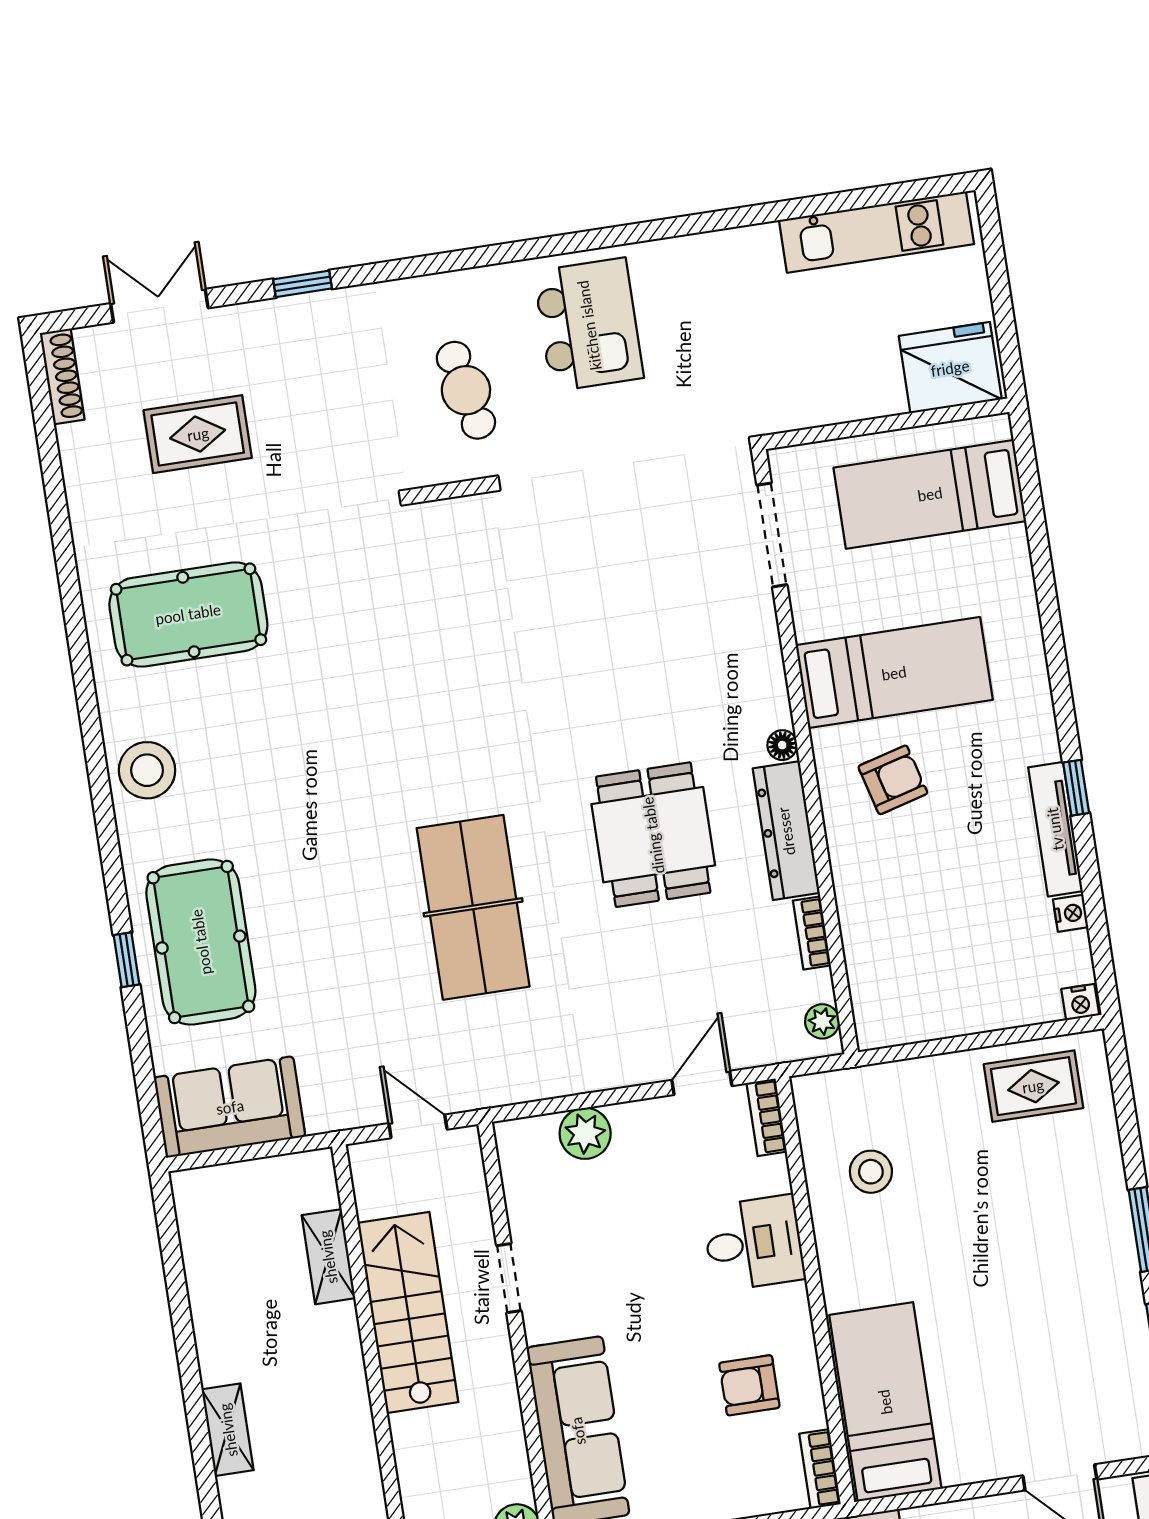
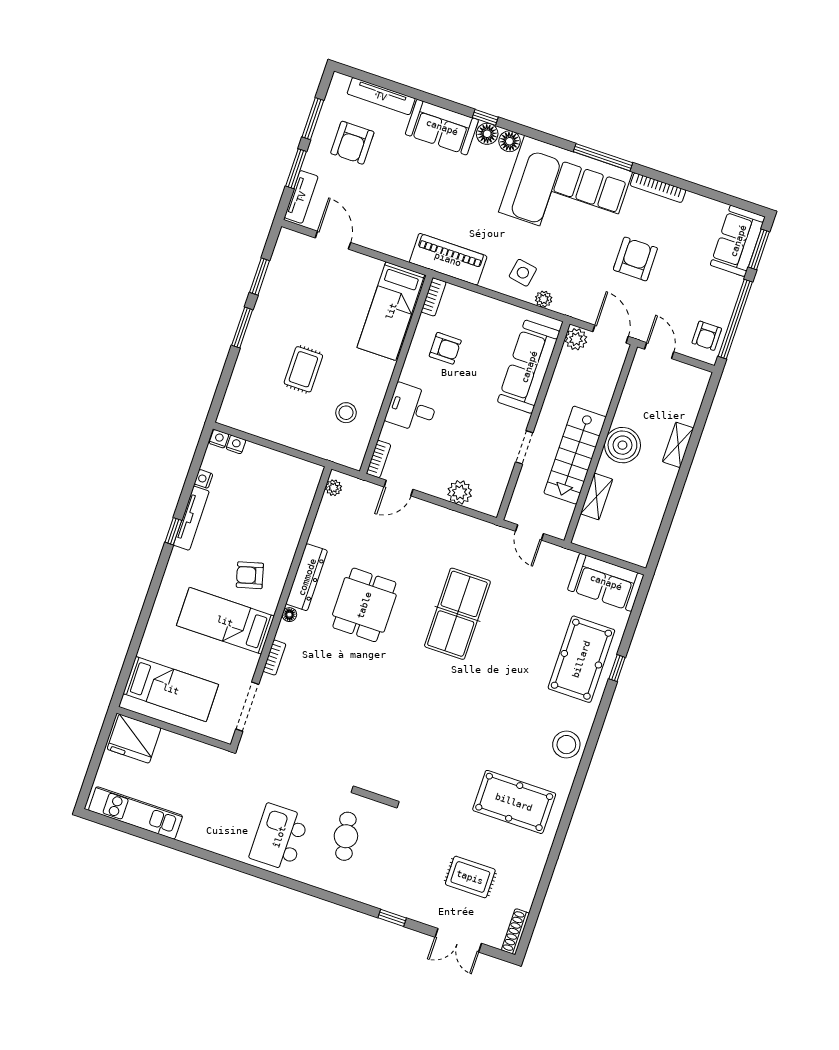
bookcase: (812, 933) -> (274, 658), moved
nightstand: (1044, 1008) -> (236, 444), added
rug: (1033, 1086) -> (303, 369), moved, turned 90
boiler: (330, 1376) -> (622, 445), added

